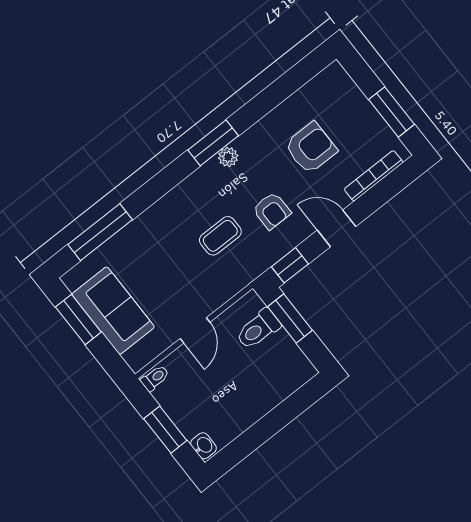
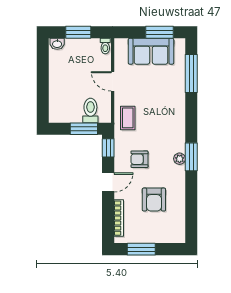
coffee table: (220, 236) -> (128, 118), moved

